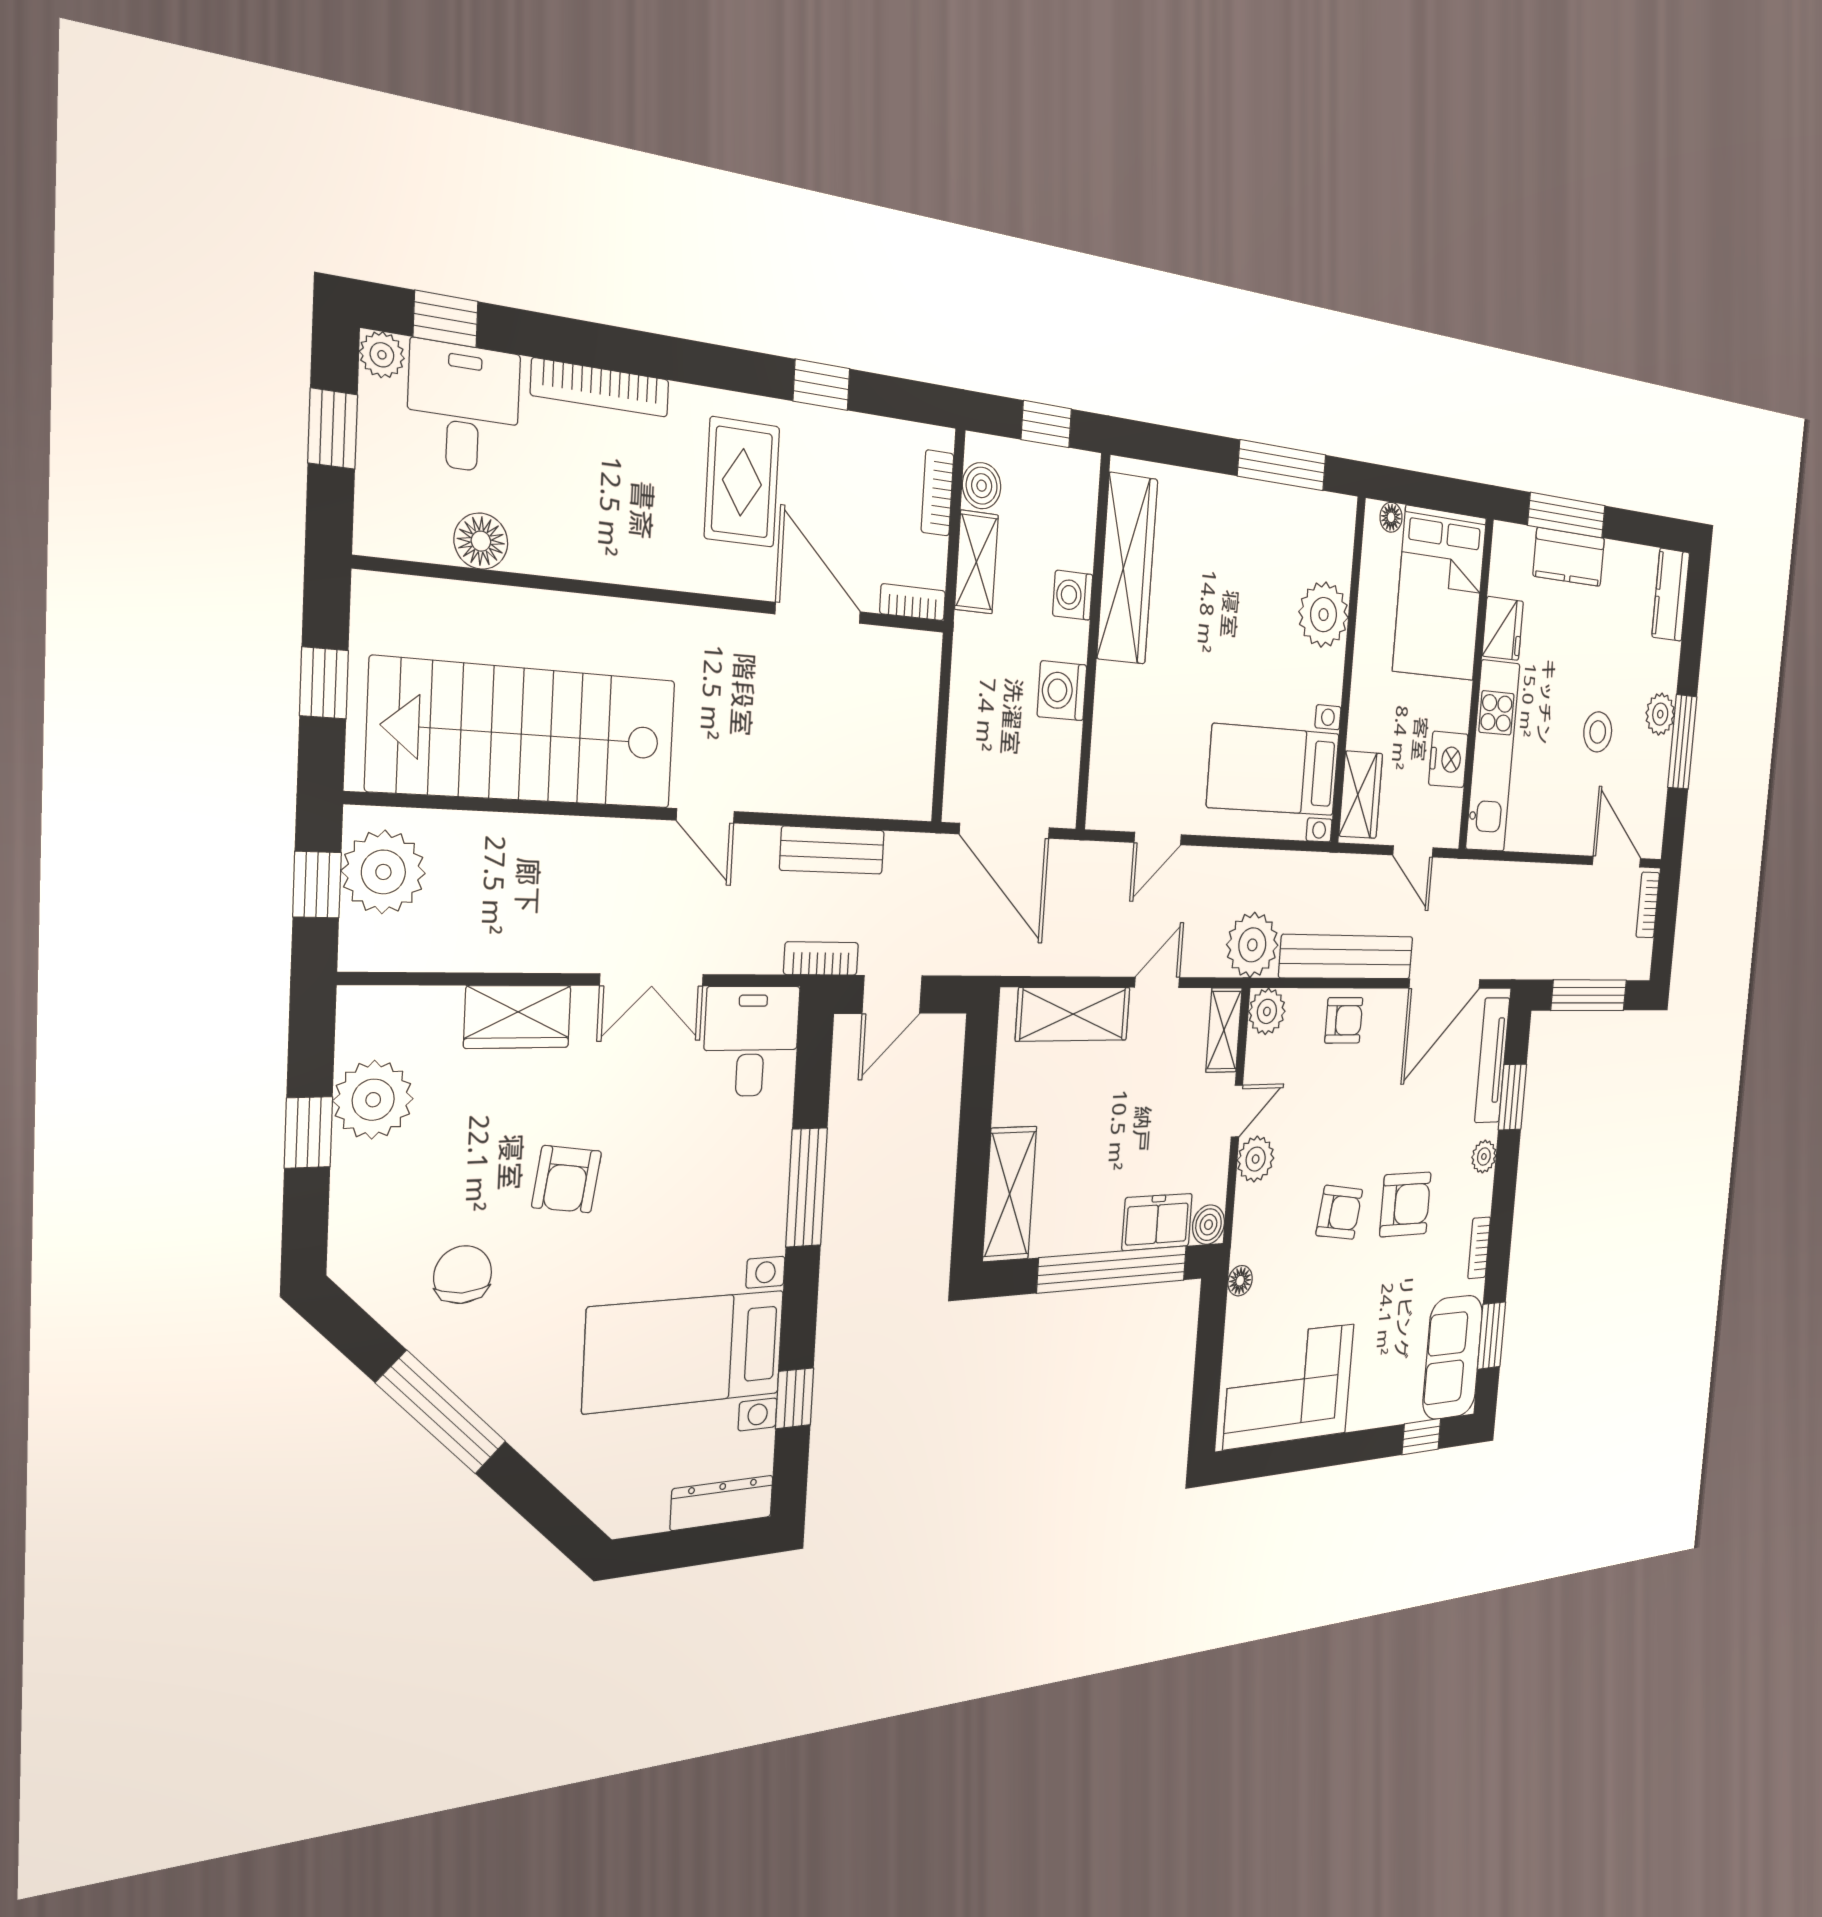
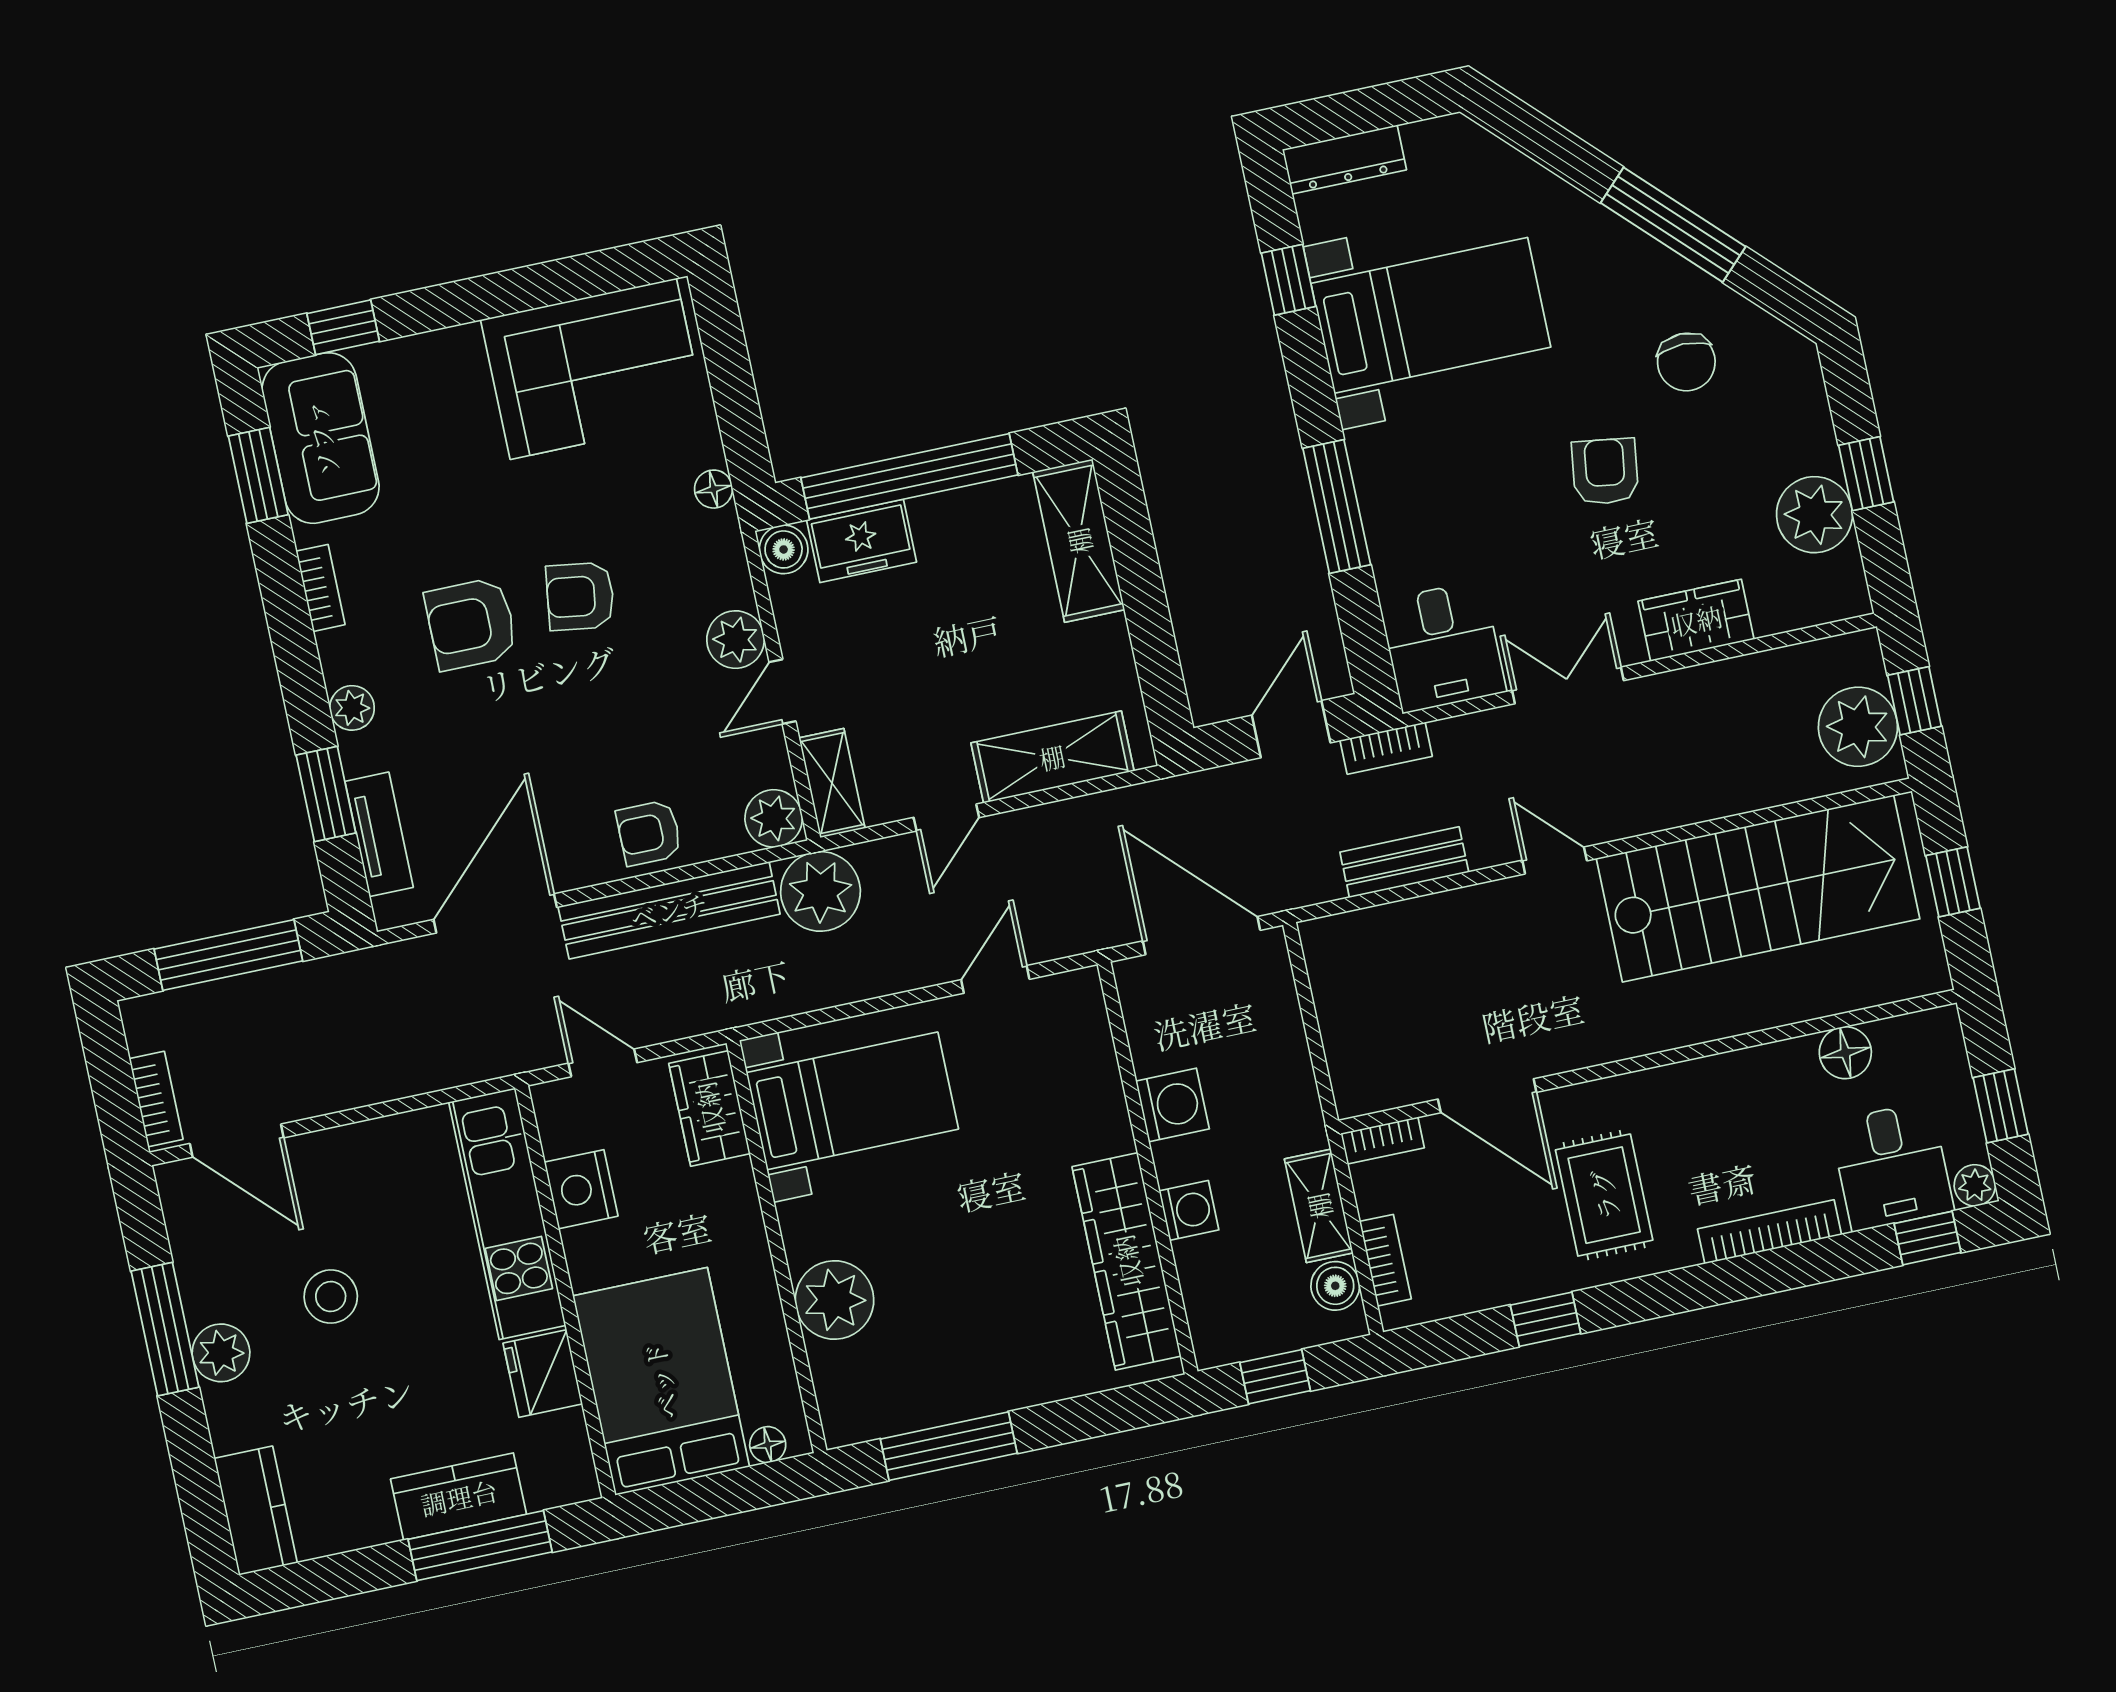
tv unit: (1492, 1060) -> (379, 834), width x0.71

